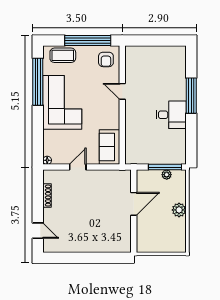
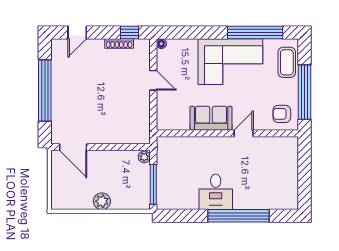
window: (191, 96) -> (239, 216), width x1.46
sofa: (110, 147) -> (211, 118), moved
plant: (167, 175) -> (144, 157), moved
window: (38, 187) -> (130, 33), added
door: (134, 204) -> (73, 147), moved
window: (86, 258) -> (45, 91), added

